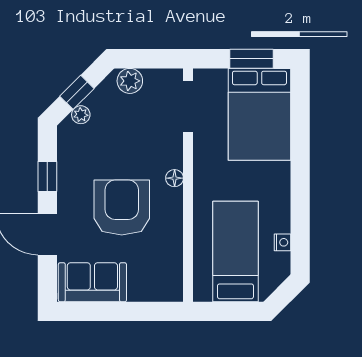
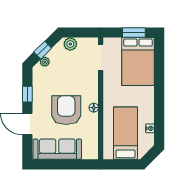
floor lamp: (175, 178) -> (94, 108), moved
sofa: (92, 282) -> (57, 149), width x1.36

